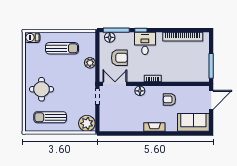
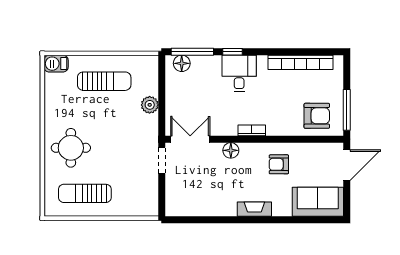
armchair: (119, 58) -> (317, 116), moved
plant: (87, 123) -> (145, 203), removed

